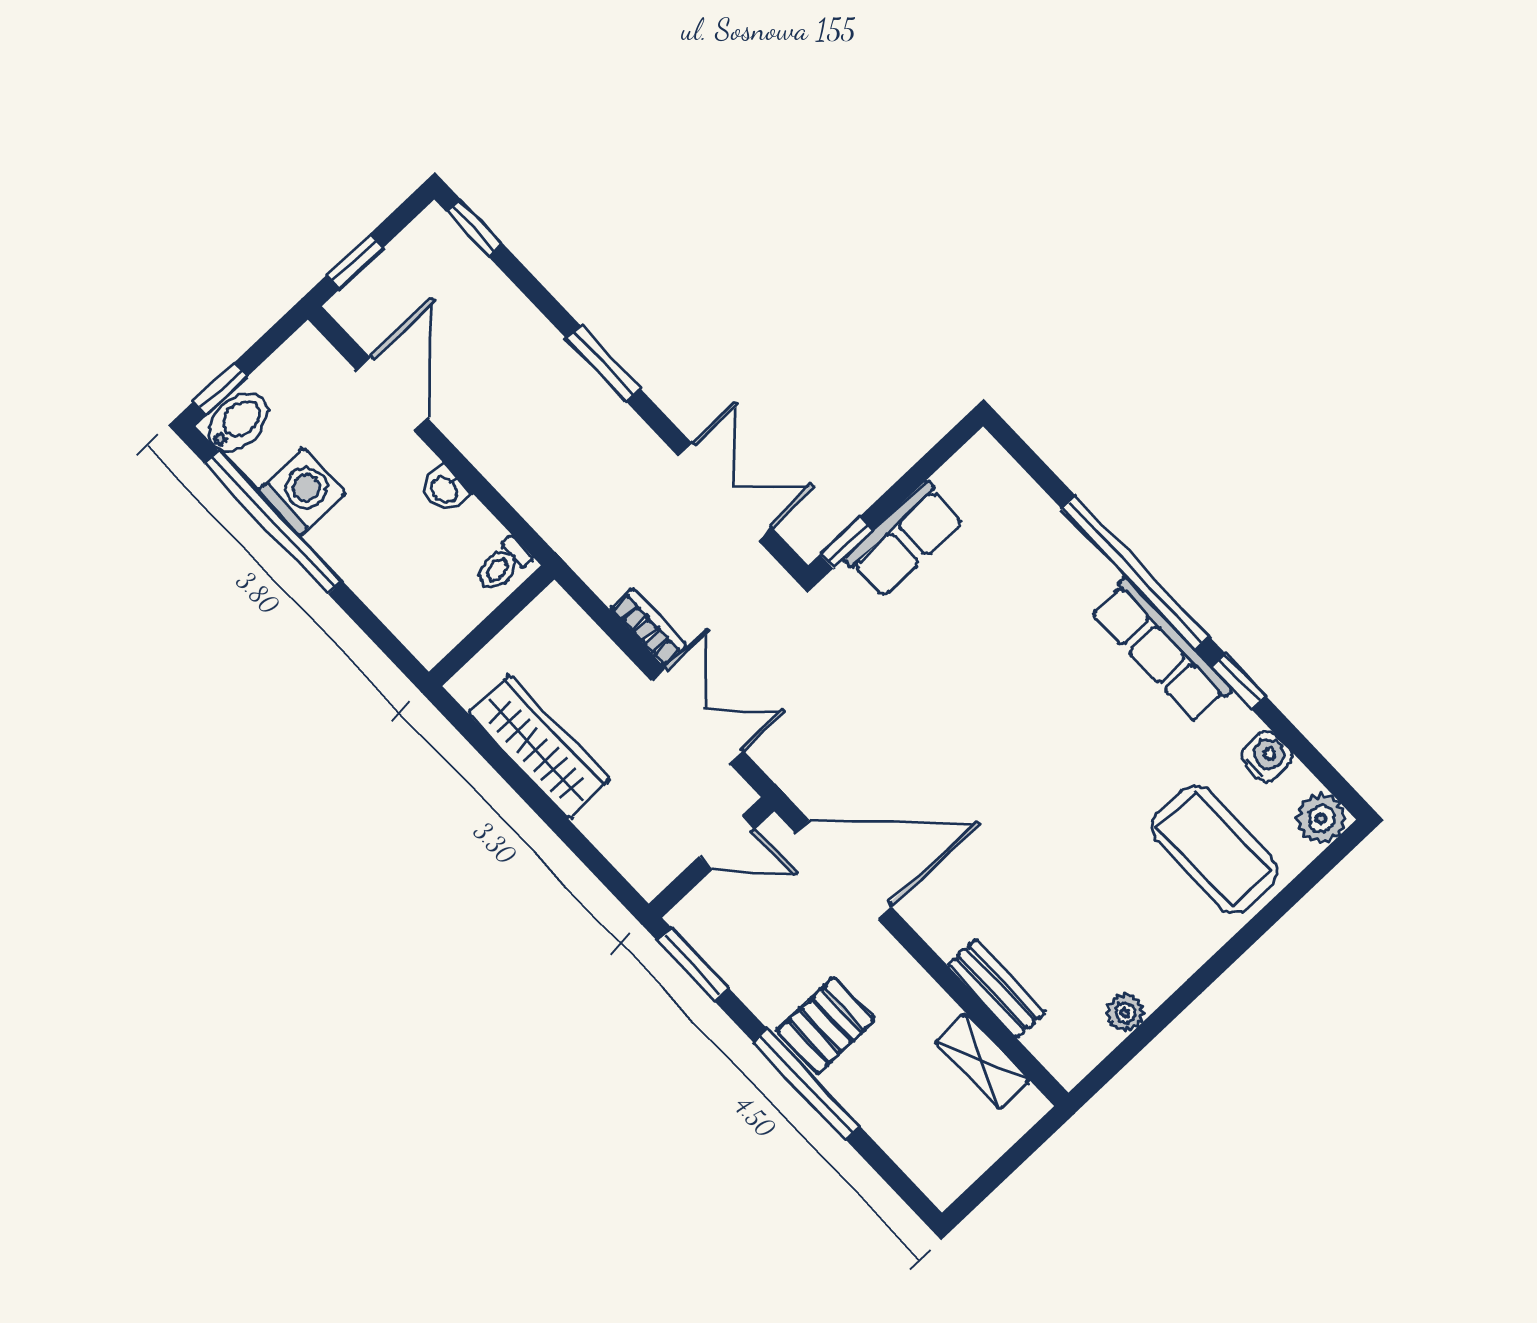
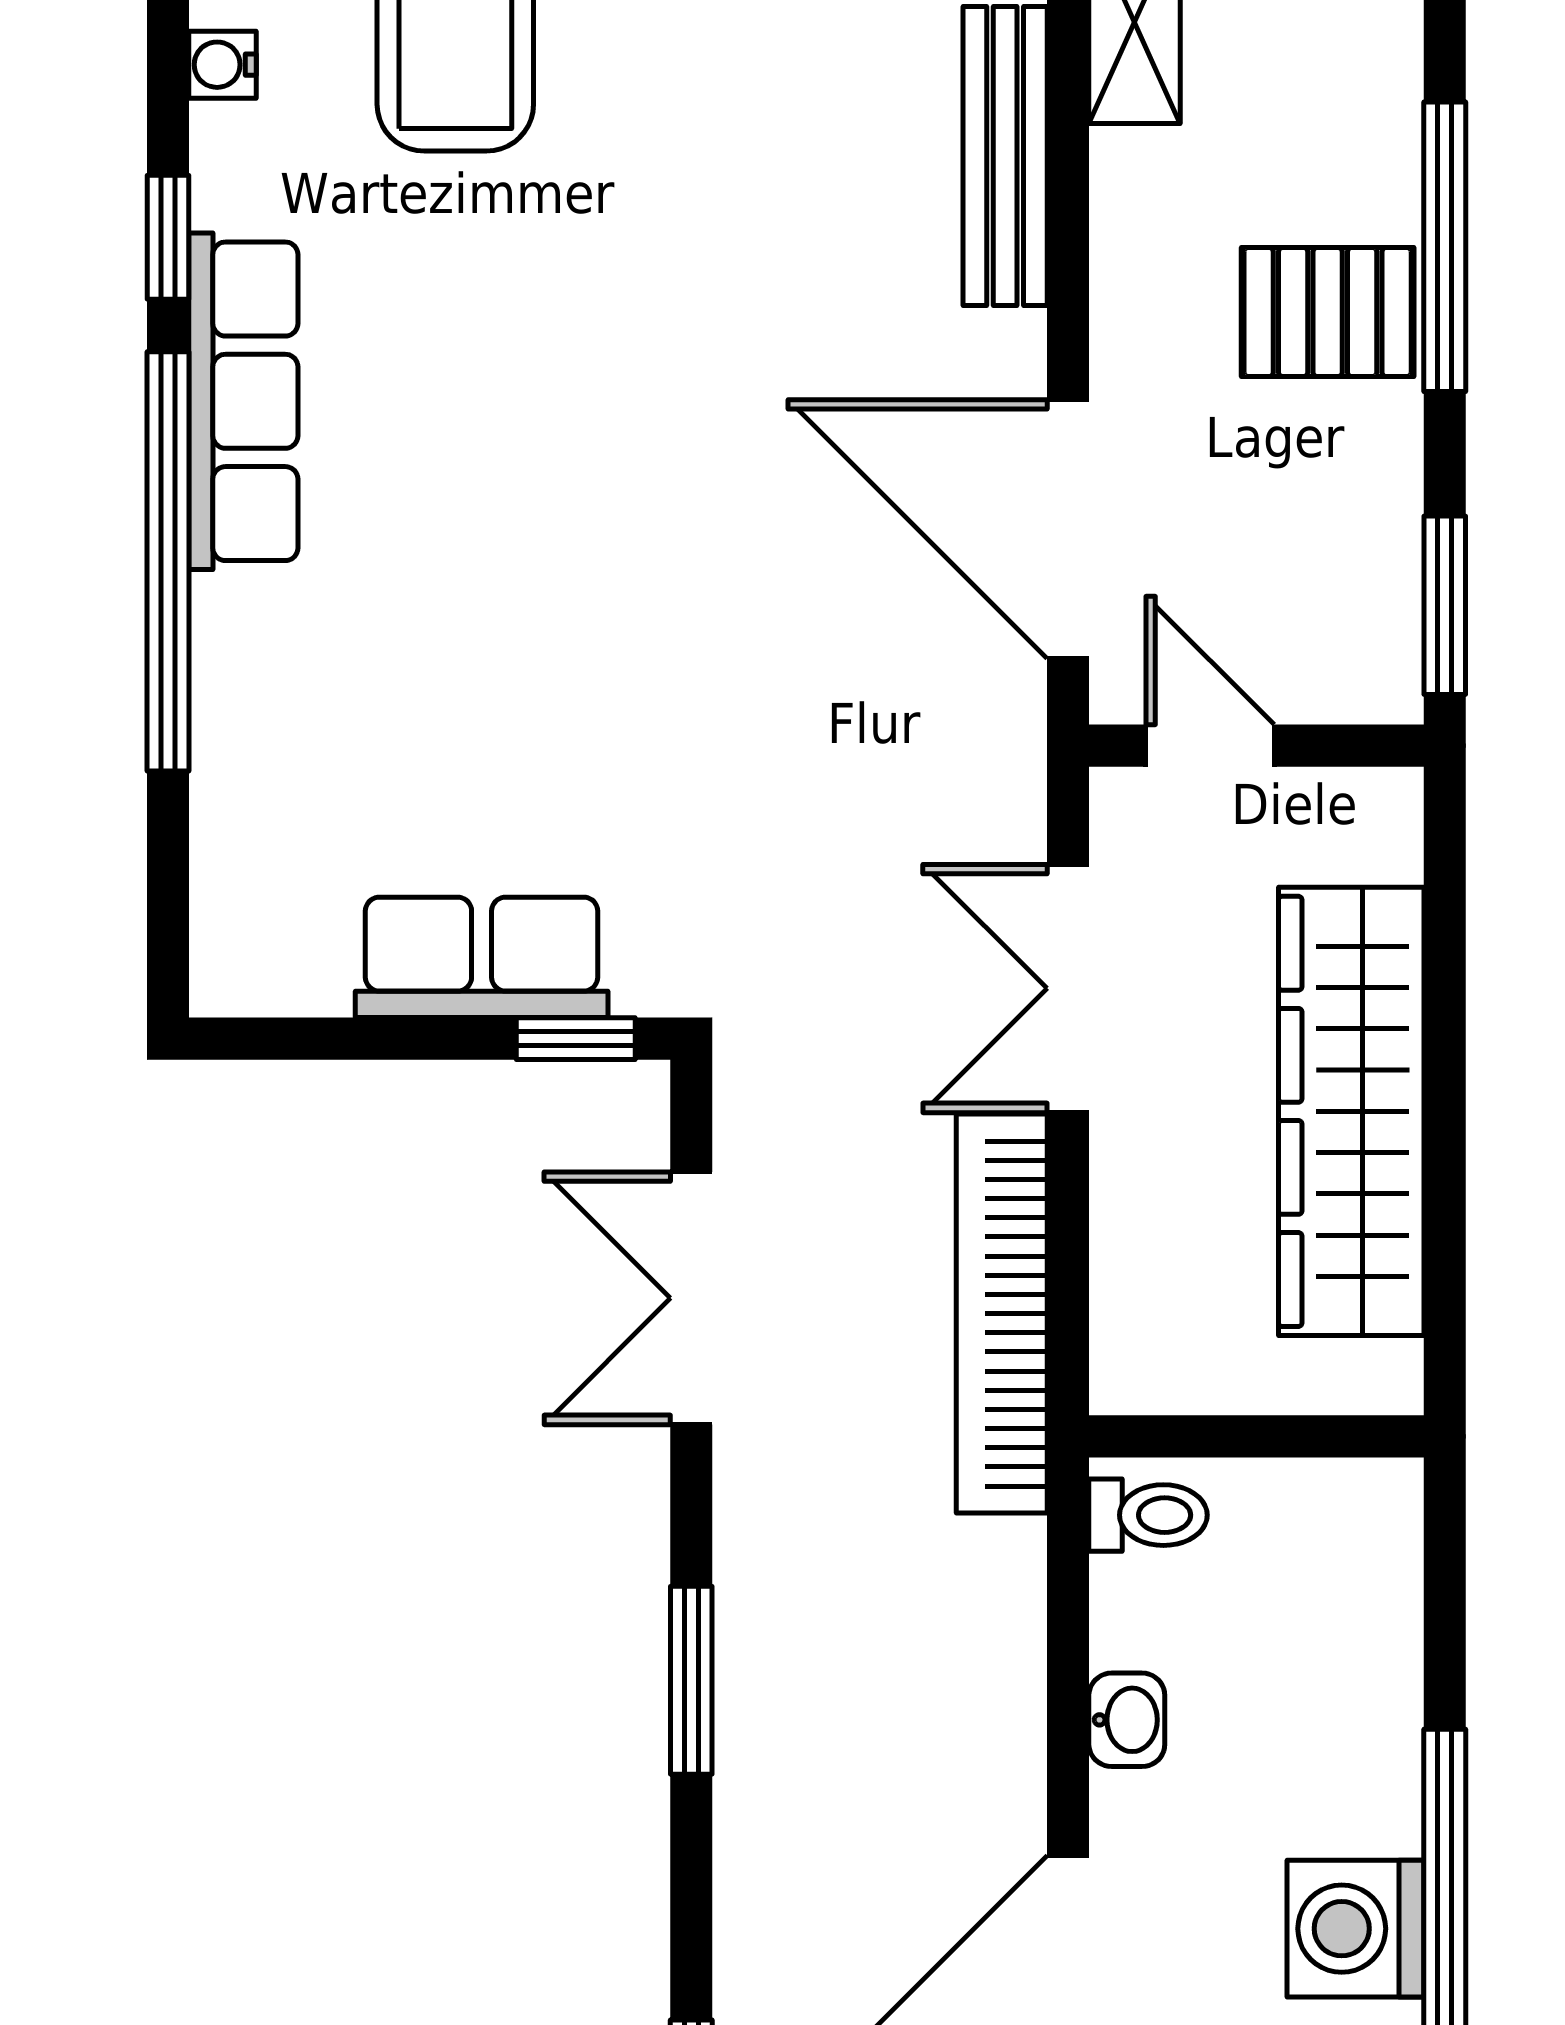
bookcase: (649, 627) -> (1002, 1314), width x2.31, depth x1.31
wardrobe: (539, 747) -> (1351, 1111), width x1.40, depth x1.17
water cooler: (1267, 756) -> (222, 65), width x0.72, depth x0.72
bench: (996, 989) -> (1005, 156), width x1.36

